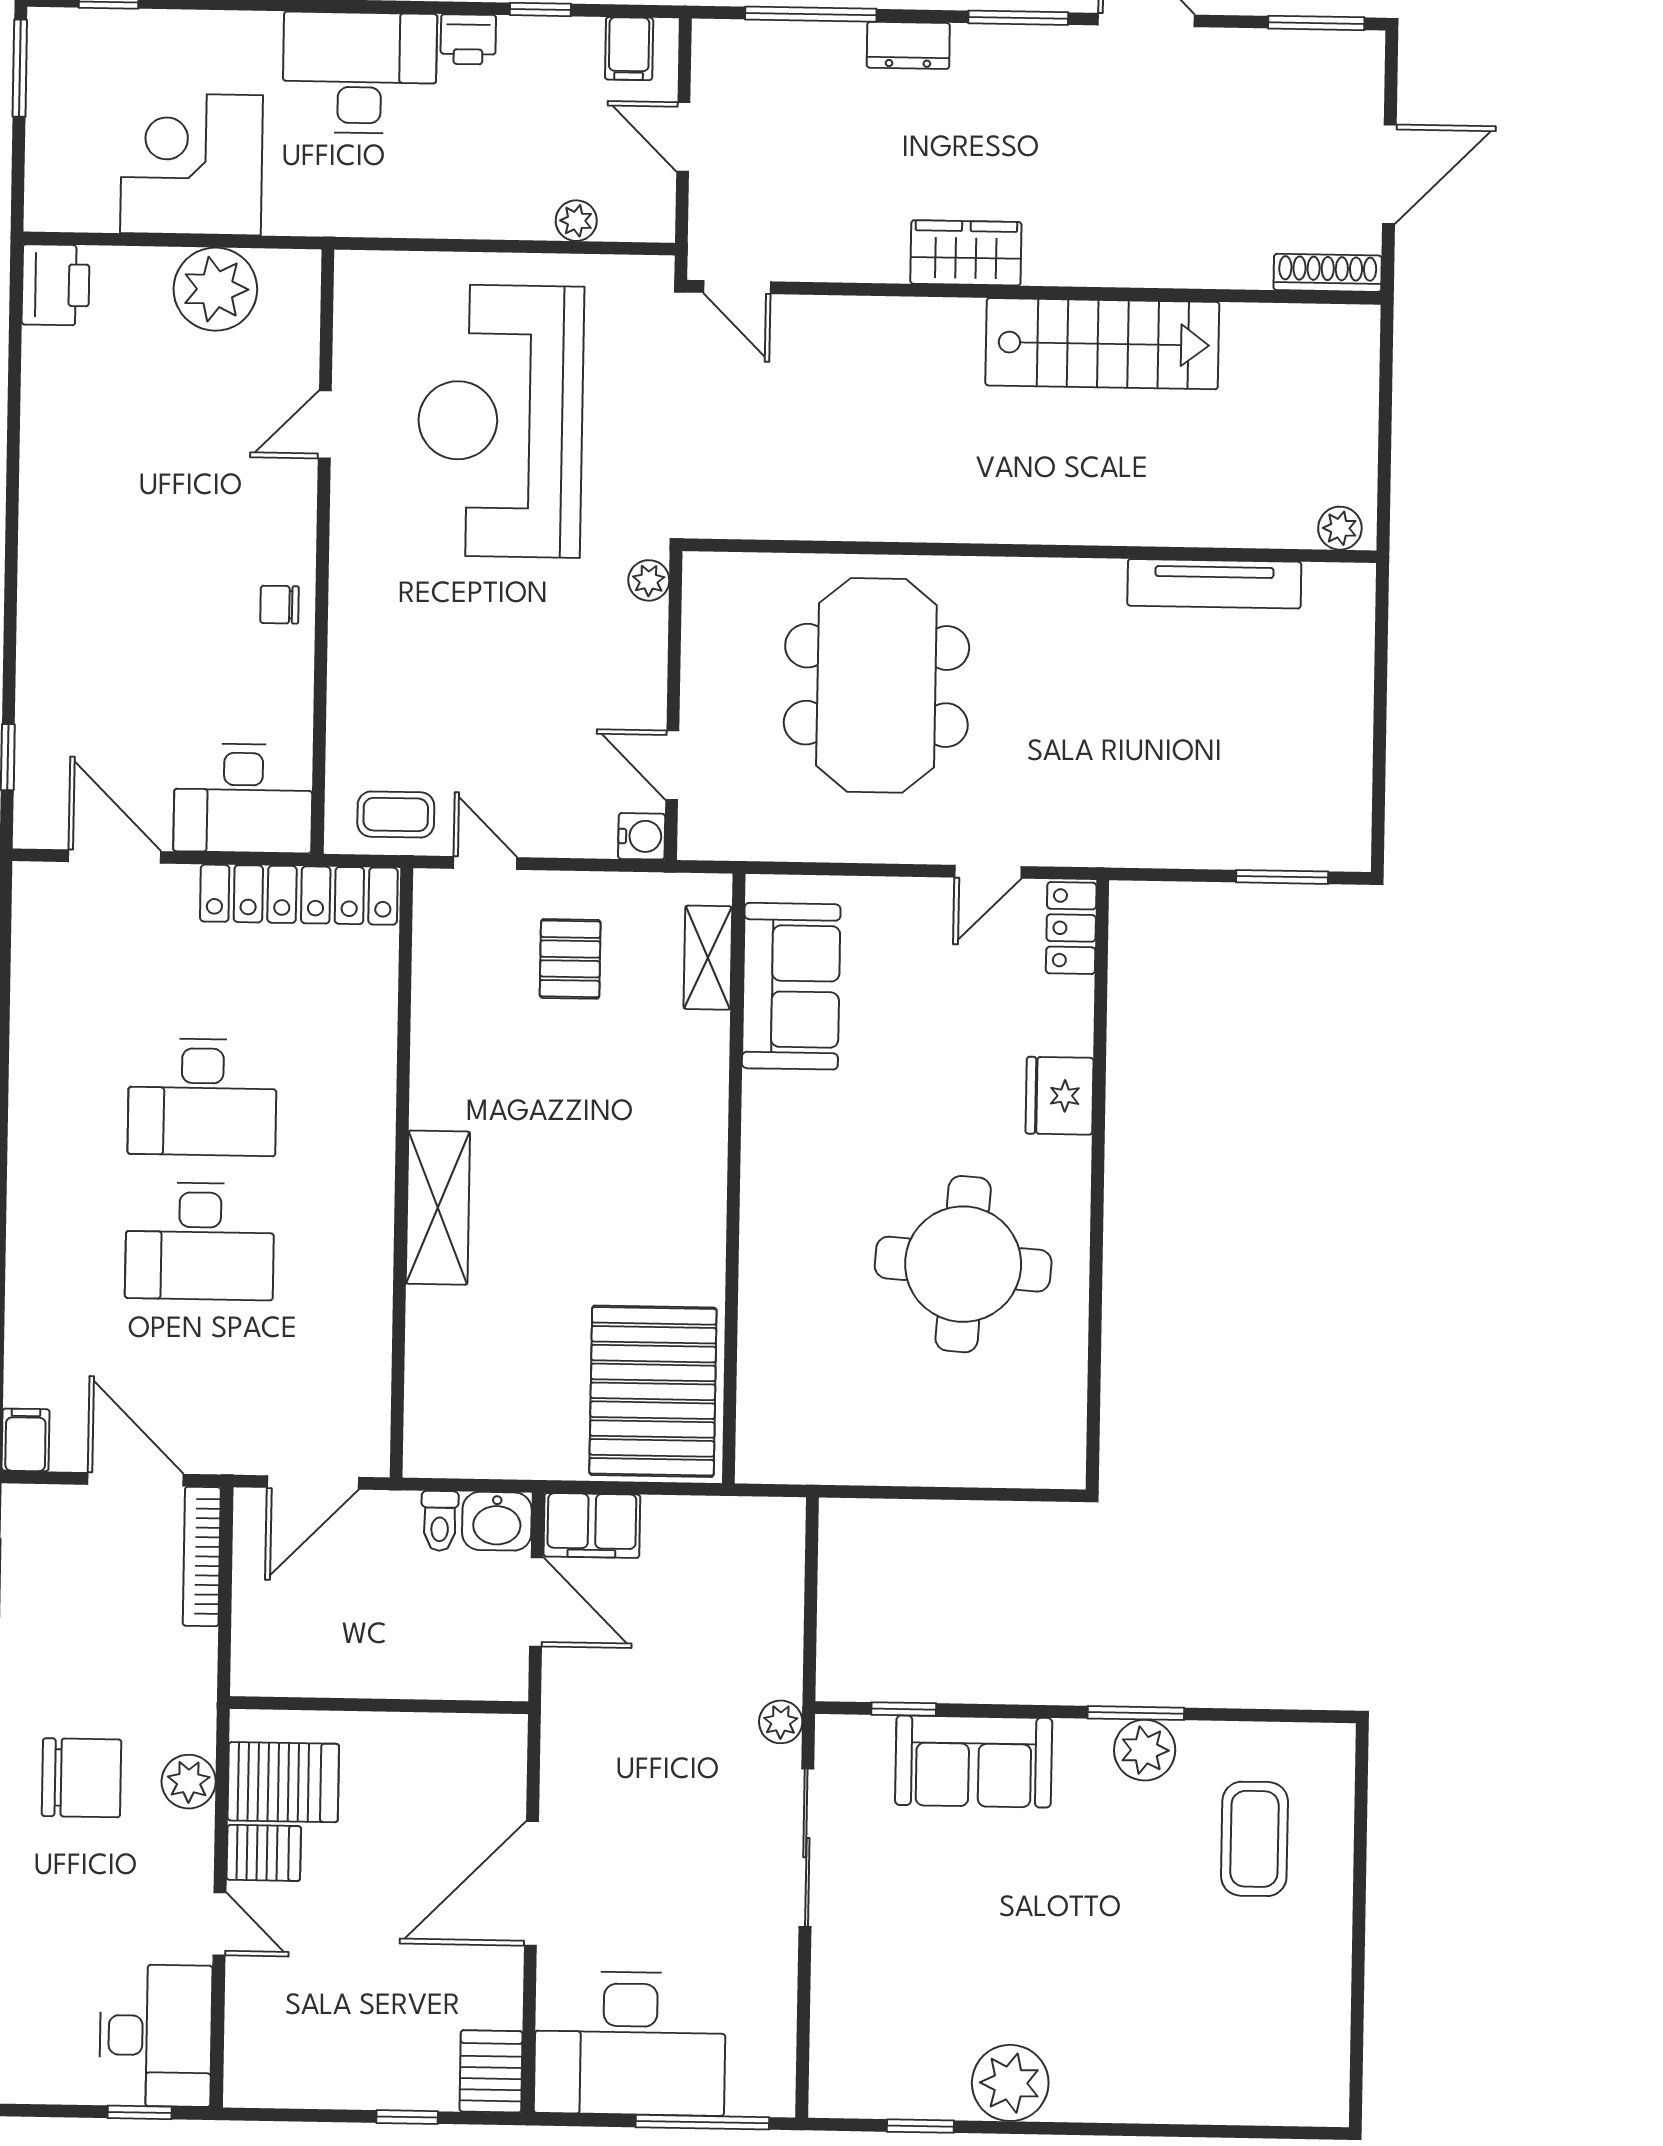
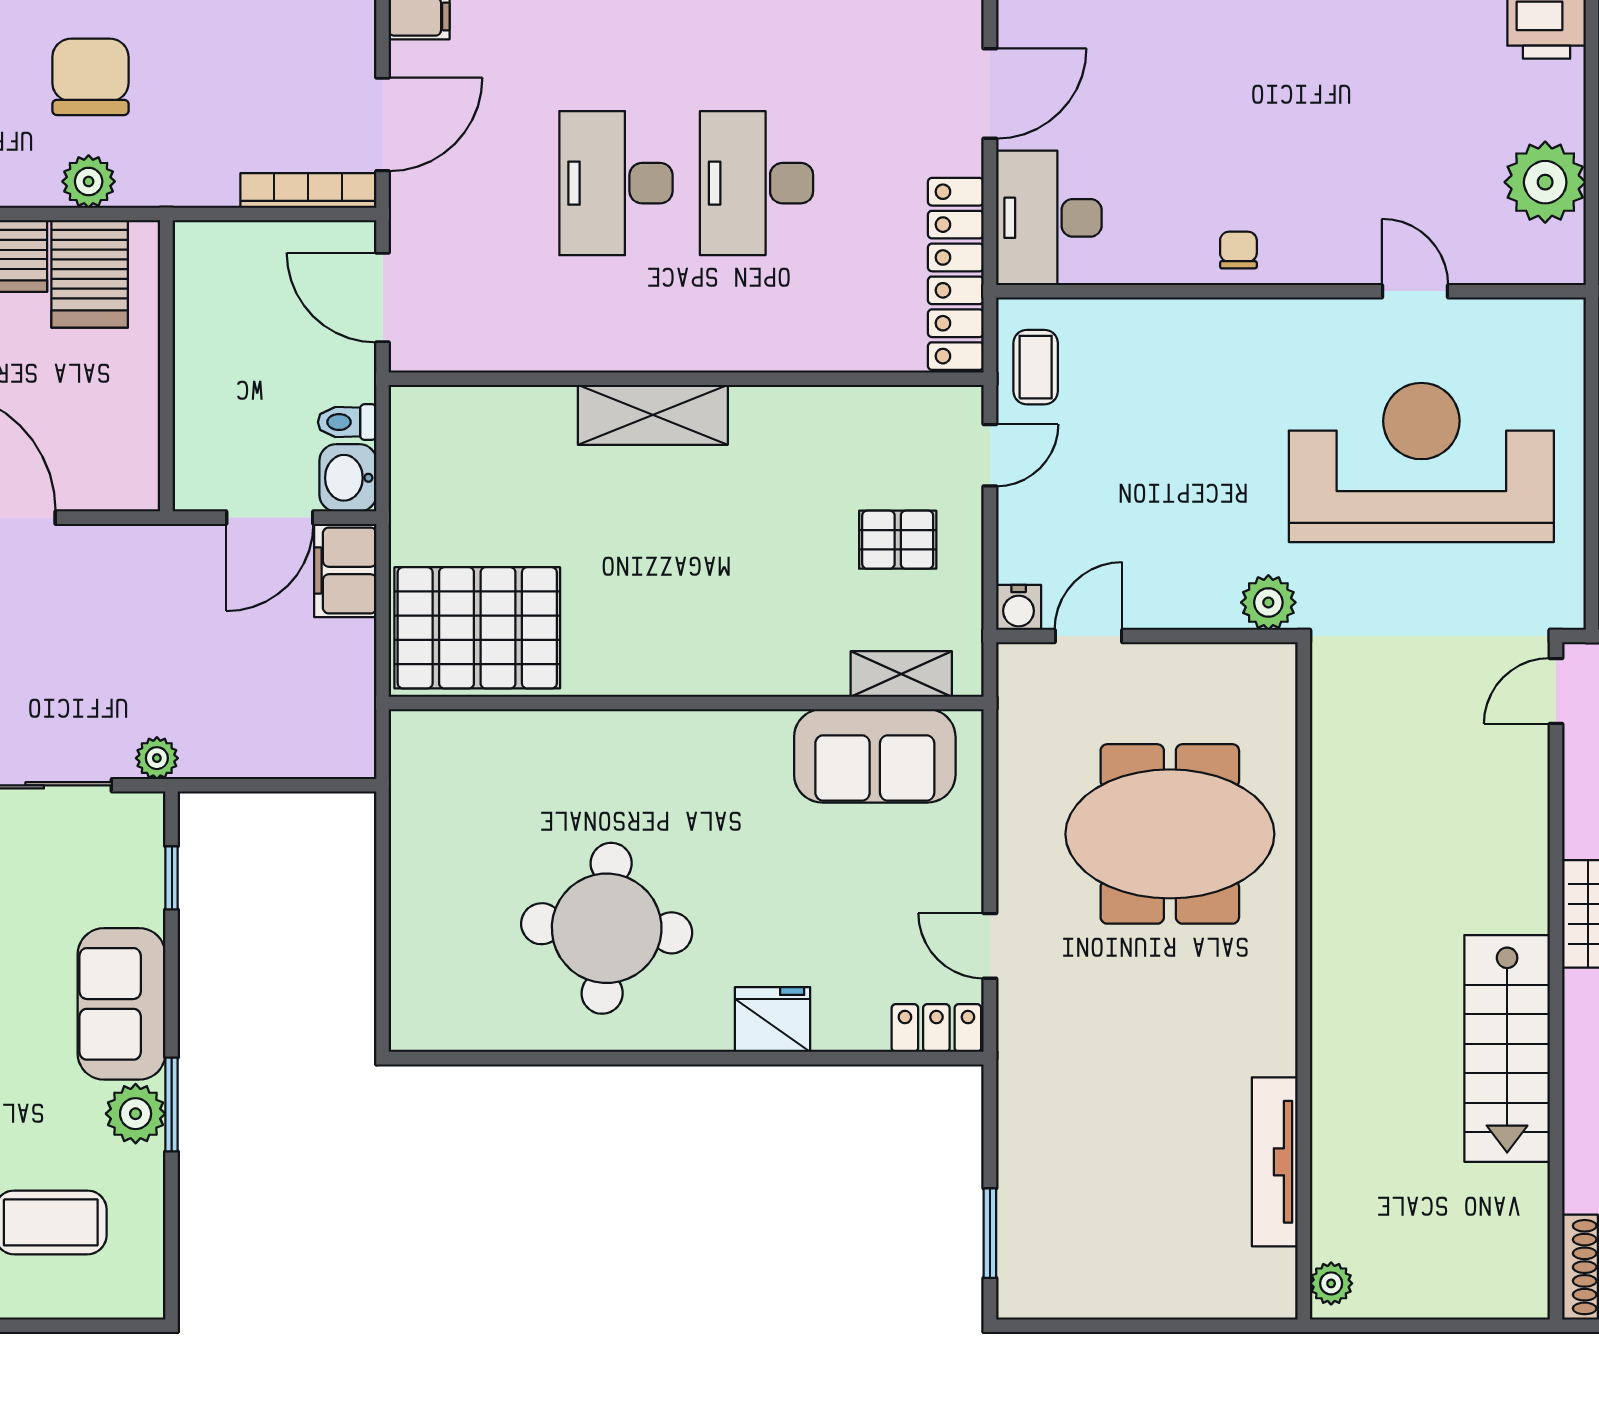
plant: (649, 580) -> (1268, 602), width x1.38, depth x1.38
sofa: (974, 1761) -> (122, 1004), moved
chair: (82, 1778) -> (90, 77), turned 180

